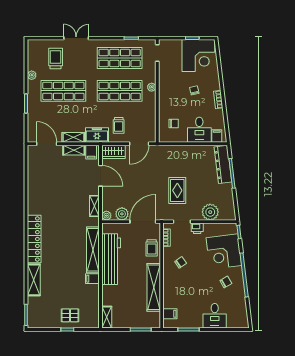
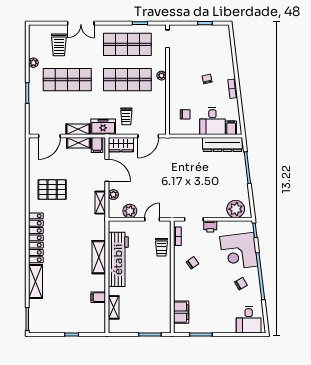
double door: (76, 38) -> (81, 23), swing flipped
corner desk: (198, 56) -> (212, 42), removed
trolley: (56, 58) -> (59, 45), turned 180
door: (47, 144) -> (49, 136), swing flipped
dresser: (223, 164) -> (222, 145), moved, turned -83
rug: (177, 190) -> (189, 186), removed
plant: (210, 212) -> (236, 209), moved
plant: (106, 216) -> (113, 195), moved
door: (143, 222) -> (152, 219), width x0.53
shelving: (93, 250) -> (99, 257), width x0.68
filing cabinet: (92, 279) -> (98, 297), moved
shelving: (154, 287) -> (164, 289), removed
filing cabinet: (170, 314) -> (181, 312), width x2.00
pallet: (70, 315) -> (52, 190), moved, width x1.50, depth x1.42
desk: (215, 316) -> (249, 320), moved
shelving: (107, 317) -> (114, 307), moved

